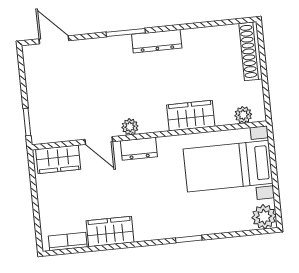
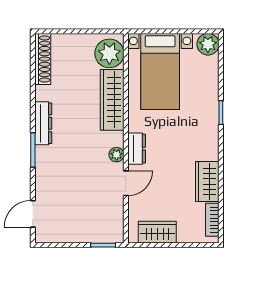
shoe rack: (251, 51) -> (43, 59), moved, turned -90
plant: (243, 115) -> (109, 53), width x1.87, depth x1.87
wardrobe: (191, 116) -> (112, 100), width x1.50
wardrobe: (58, 159) -> (157, 232), moved, turned -90

